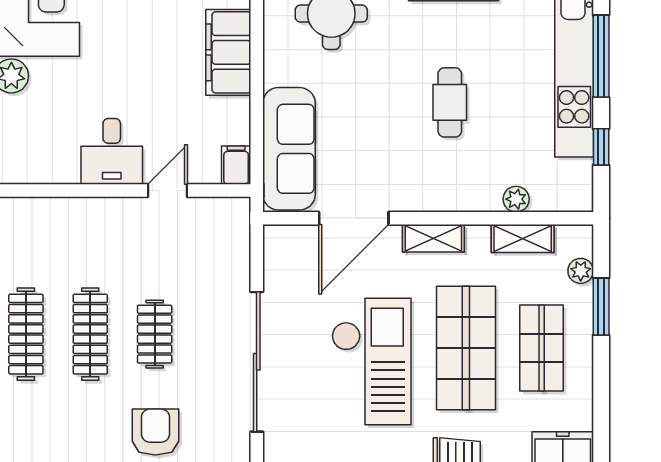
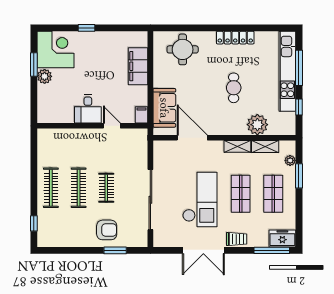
sofa: (289, 149) -> (164, 108), width x0.73
door: (168, 191) -> (112, 126), hinge flipped
plant: (516, 199) -> (257, 125), width x1.87, depth x1.87
door: (354, 218) -> (192, 138), swing flipped
shelving: (433, 238) -> (237, 146), moved
shop shelf: (466, 348) -> (241, 194), width x0.70, depth x0.74
armchair: (155, 432) -> (107, 230), turned 90

